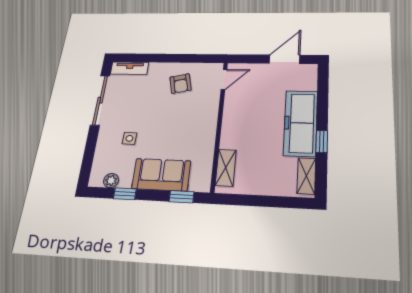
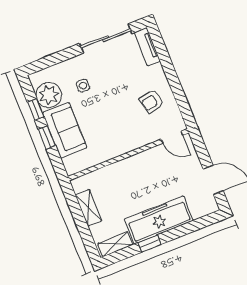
shelving: (226, 168) -> (88, 208), moved, turned 90
plant: (111, 181) -> (49, 95), width x1.87, depth x1.87
window: (182, 197) -> (47, 138), moved

